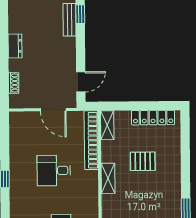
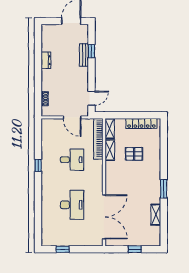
dresser: (15, 46) -> (46, 60), moved
desk: (54, 170) -> (72, 160), turned 180
shelving: (108, 178) -> (110, 150), moved

